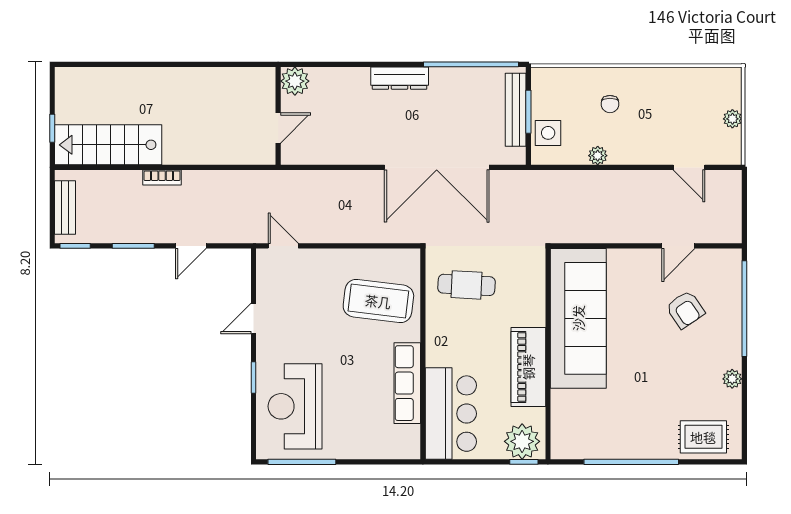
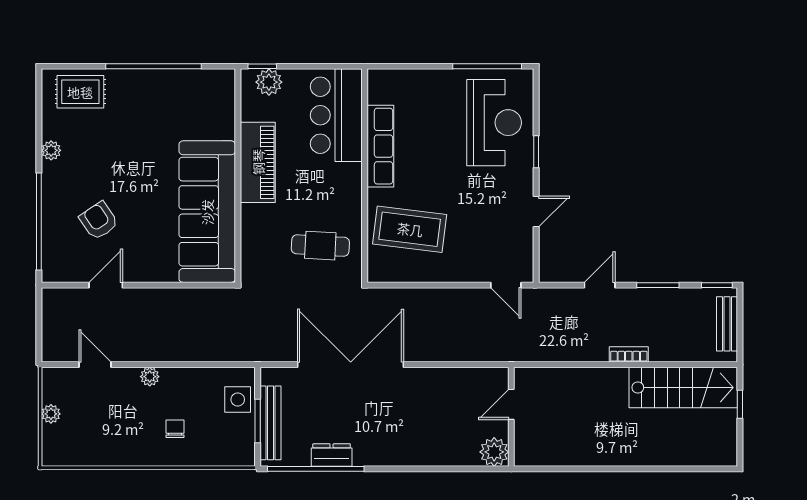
dresser: (400, 78) -> (332, 455), moved, width x0.70
plant: (598, 156) -> (150, 377), moved
plant: (522, 441) -> (269, 82), width x0.73, depth x0.73

